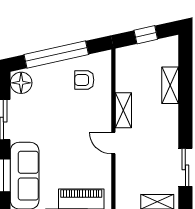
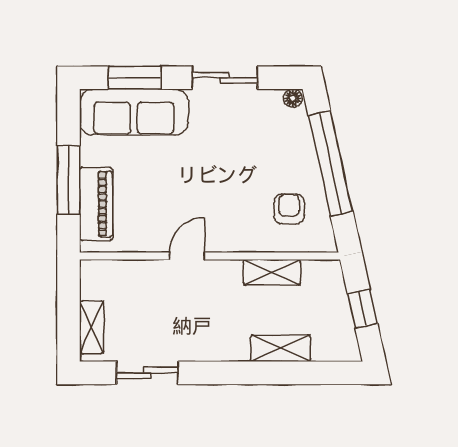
floor lamp: (21, 83) -> (293, 98), width x0.53, depth x0.53
shelving: (123, 110) -> (272, 272), moved

